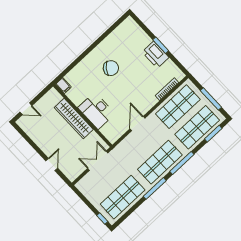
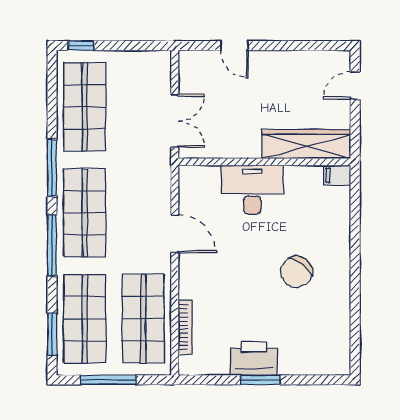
wardrobe: (74, 119) -> (306, 144), moved

